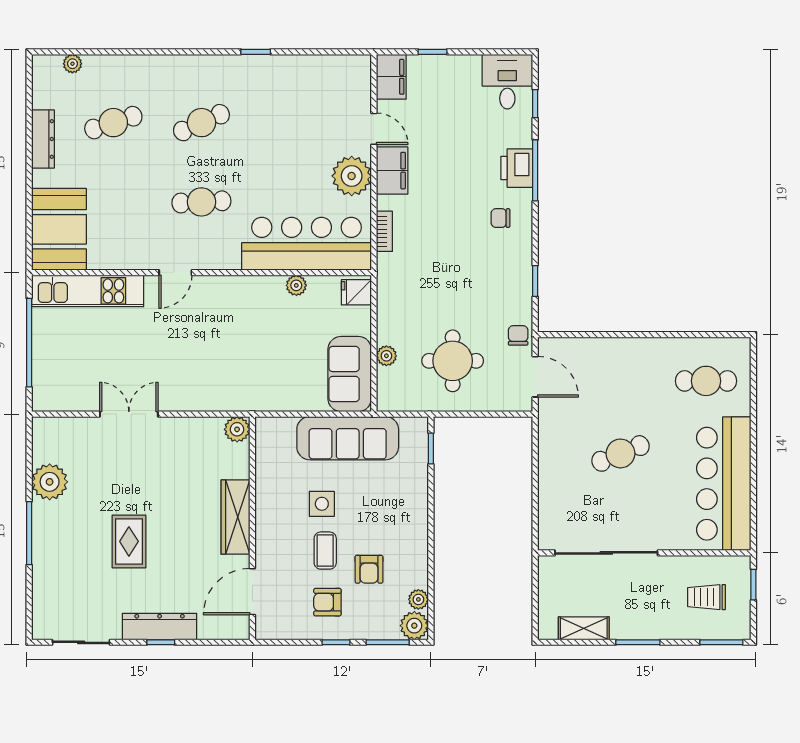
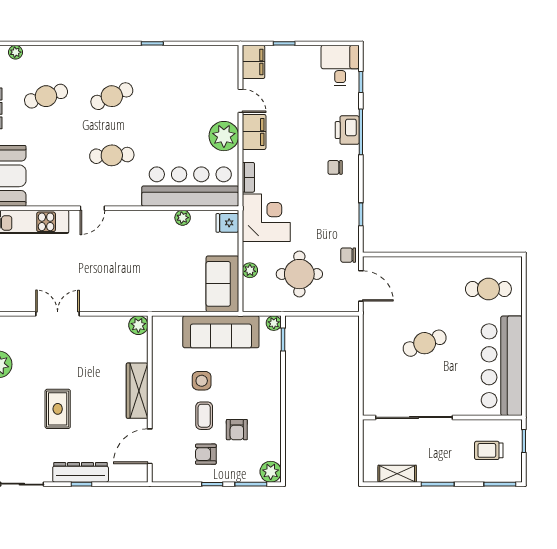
corner desk: (408, 285) -> (266, 218), added
chair: (518, 335) -> (348, 255), turned -90
plant: (418, 599) -> (274, 323), moved

